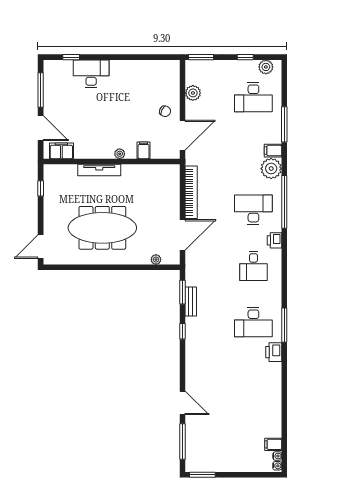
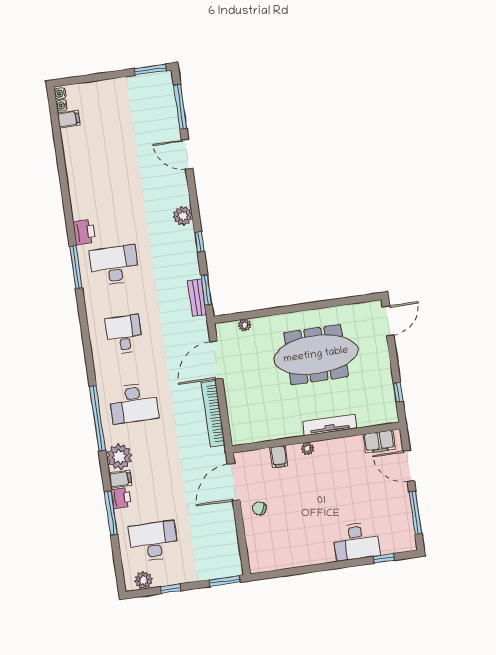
plant: (193, 93) -> (183, 216), moved
printer: (275, 240) -> (121, 498), moved
bench: (191, 301) -> (197, 297), moved

